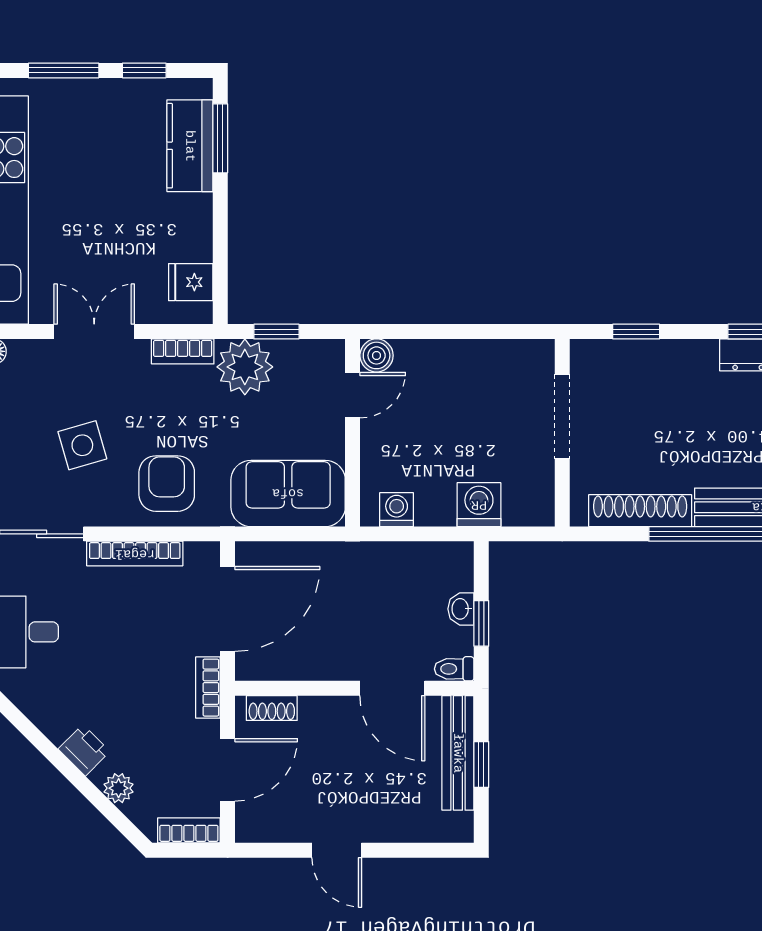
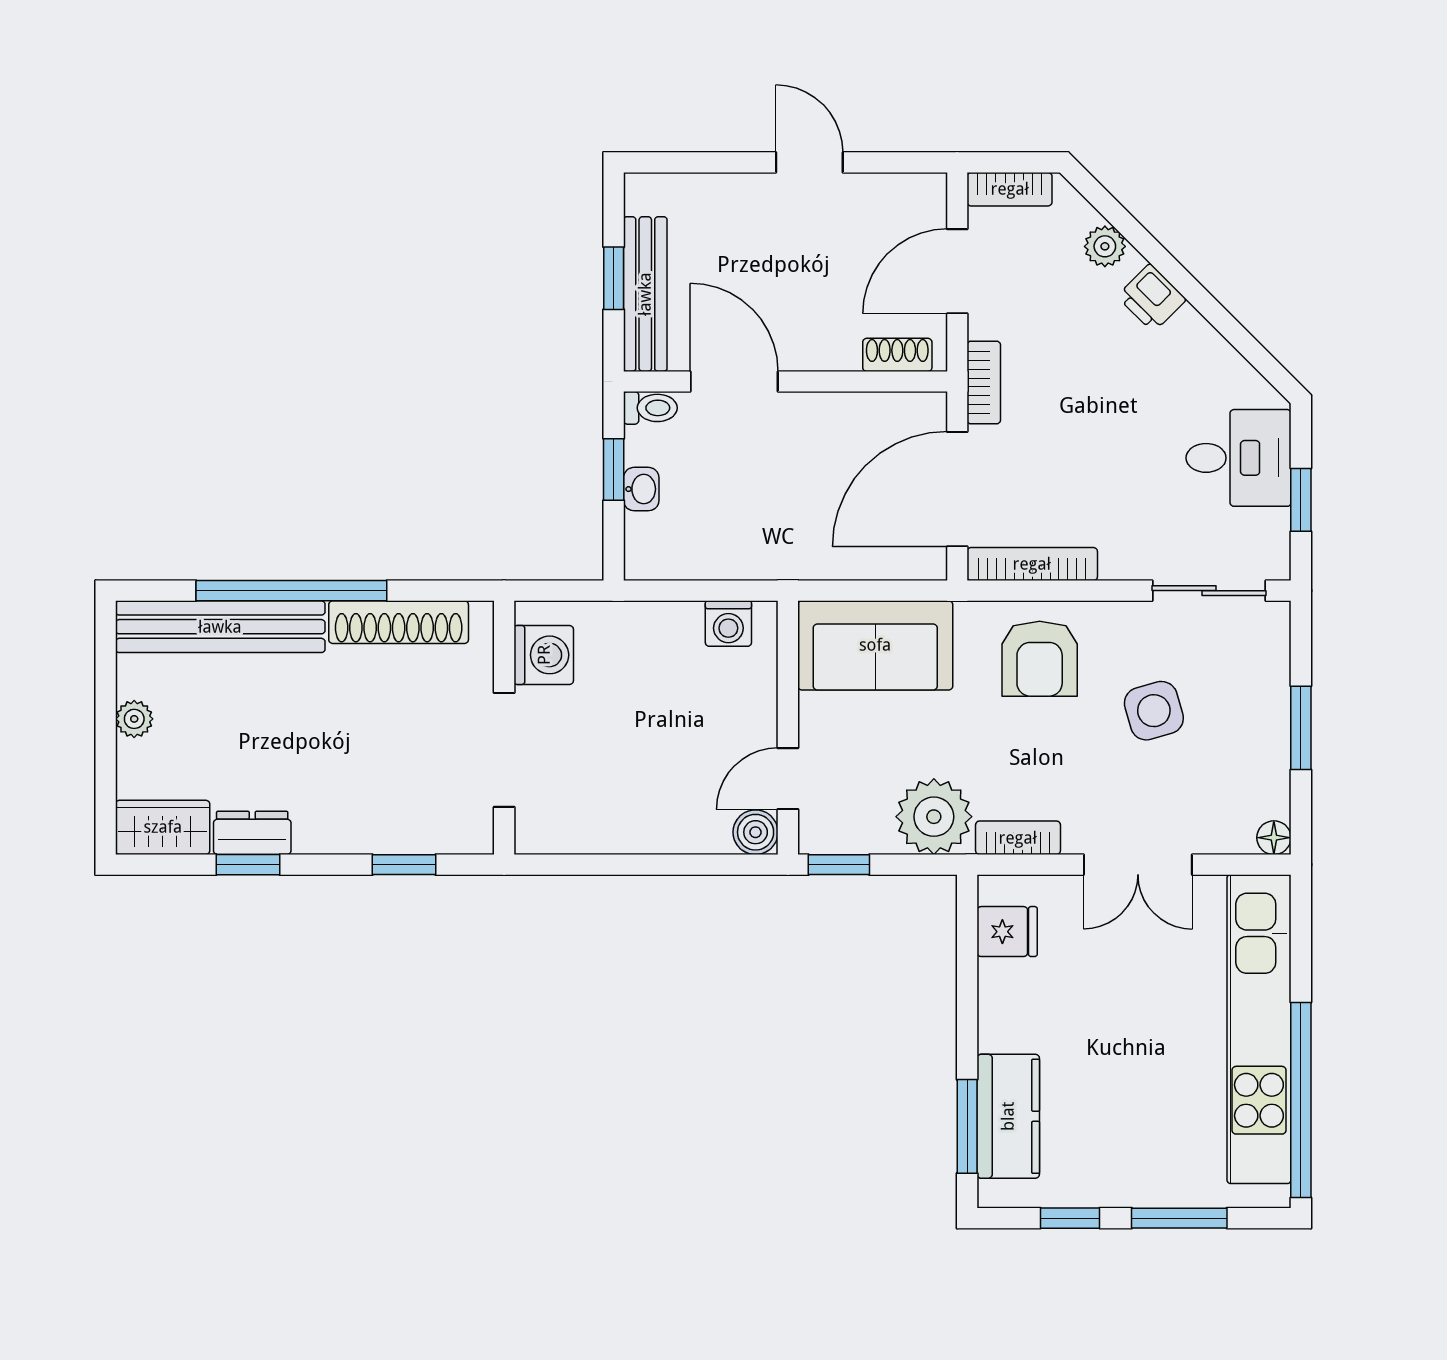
window: (276, 332) -> (839, 865), moved
washing machine: (479, 505) -> (544, 655), moved, turned -90
bookcase: (135, 554) -> (1032, 564), moved

